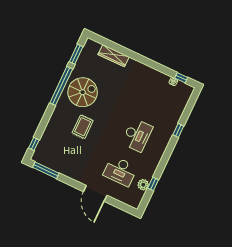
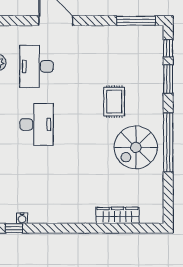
window: (76, 54) -> (168, 79), moved
desk: (137, 135) -> (37, 124), turned 180
desk: (120, 171) -> (37, 66), turned -90

